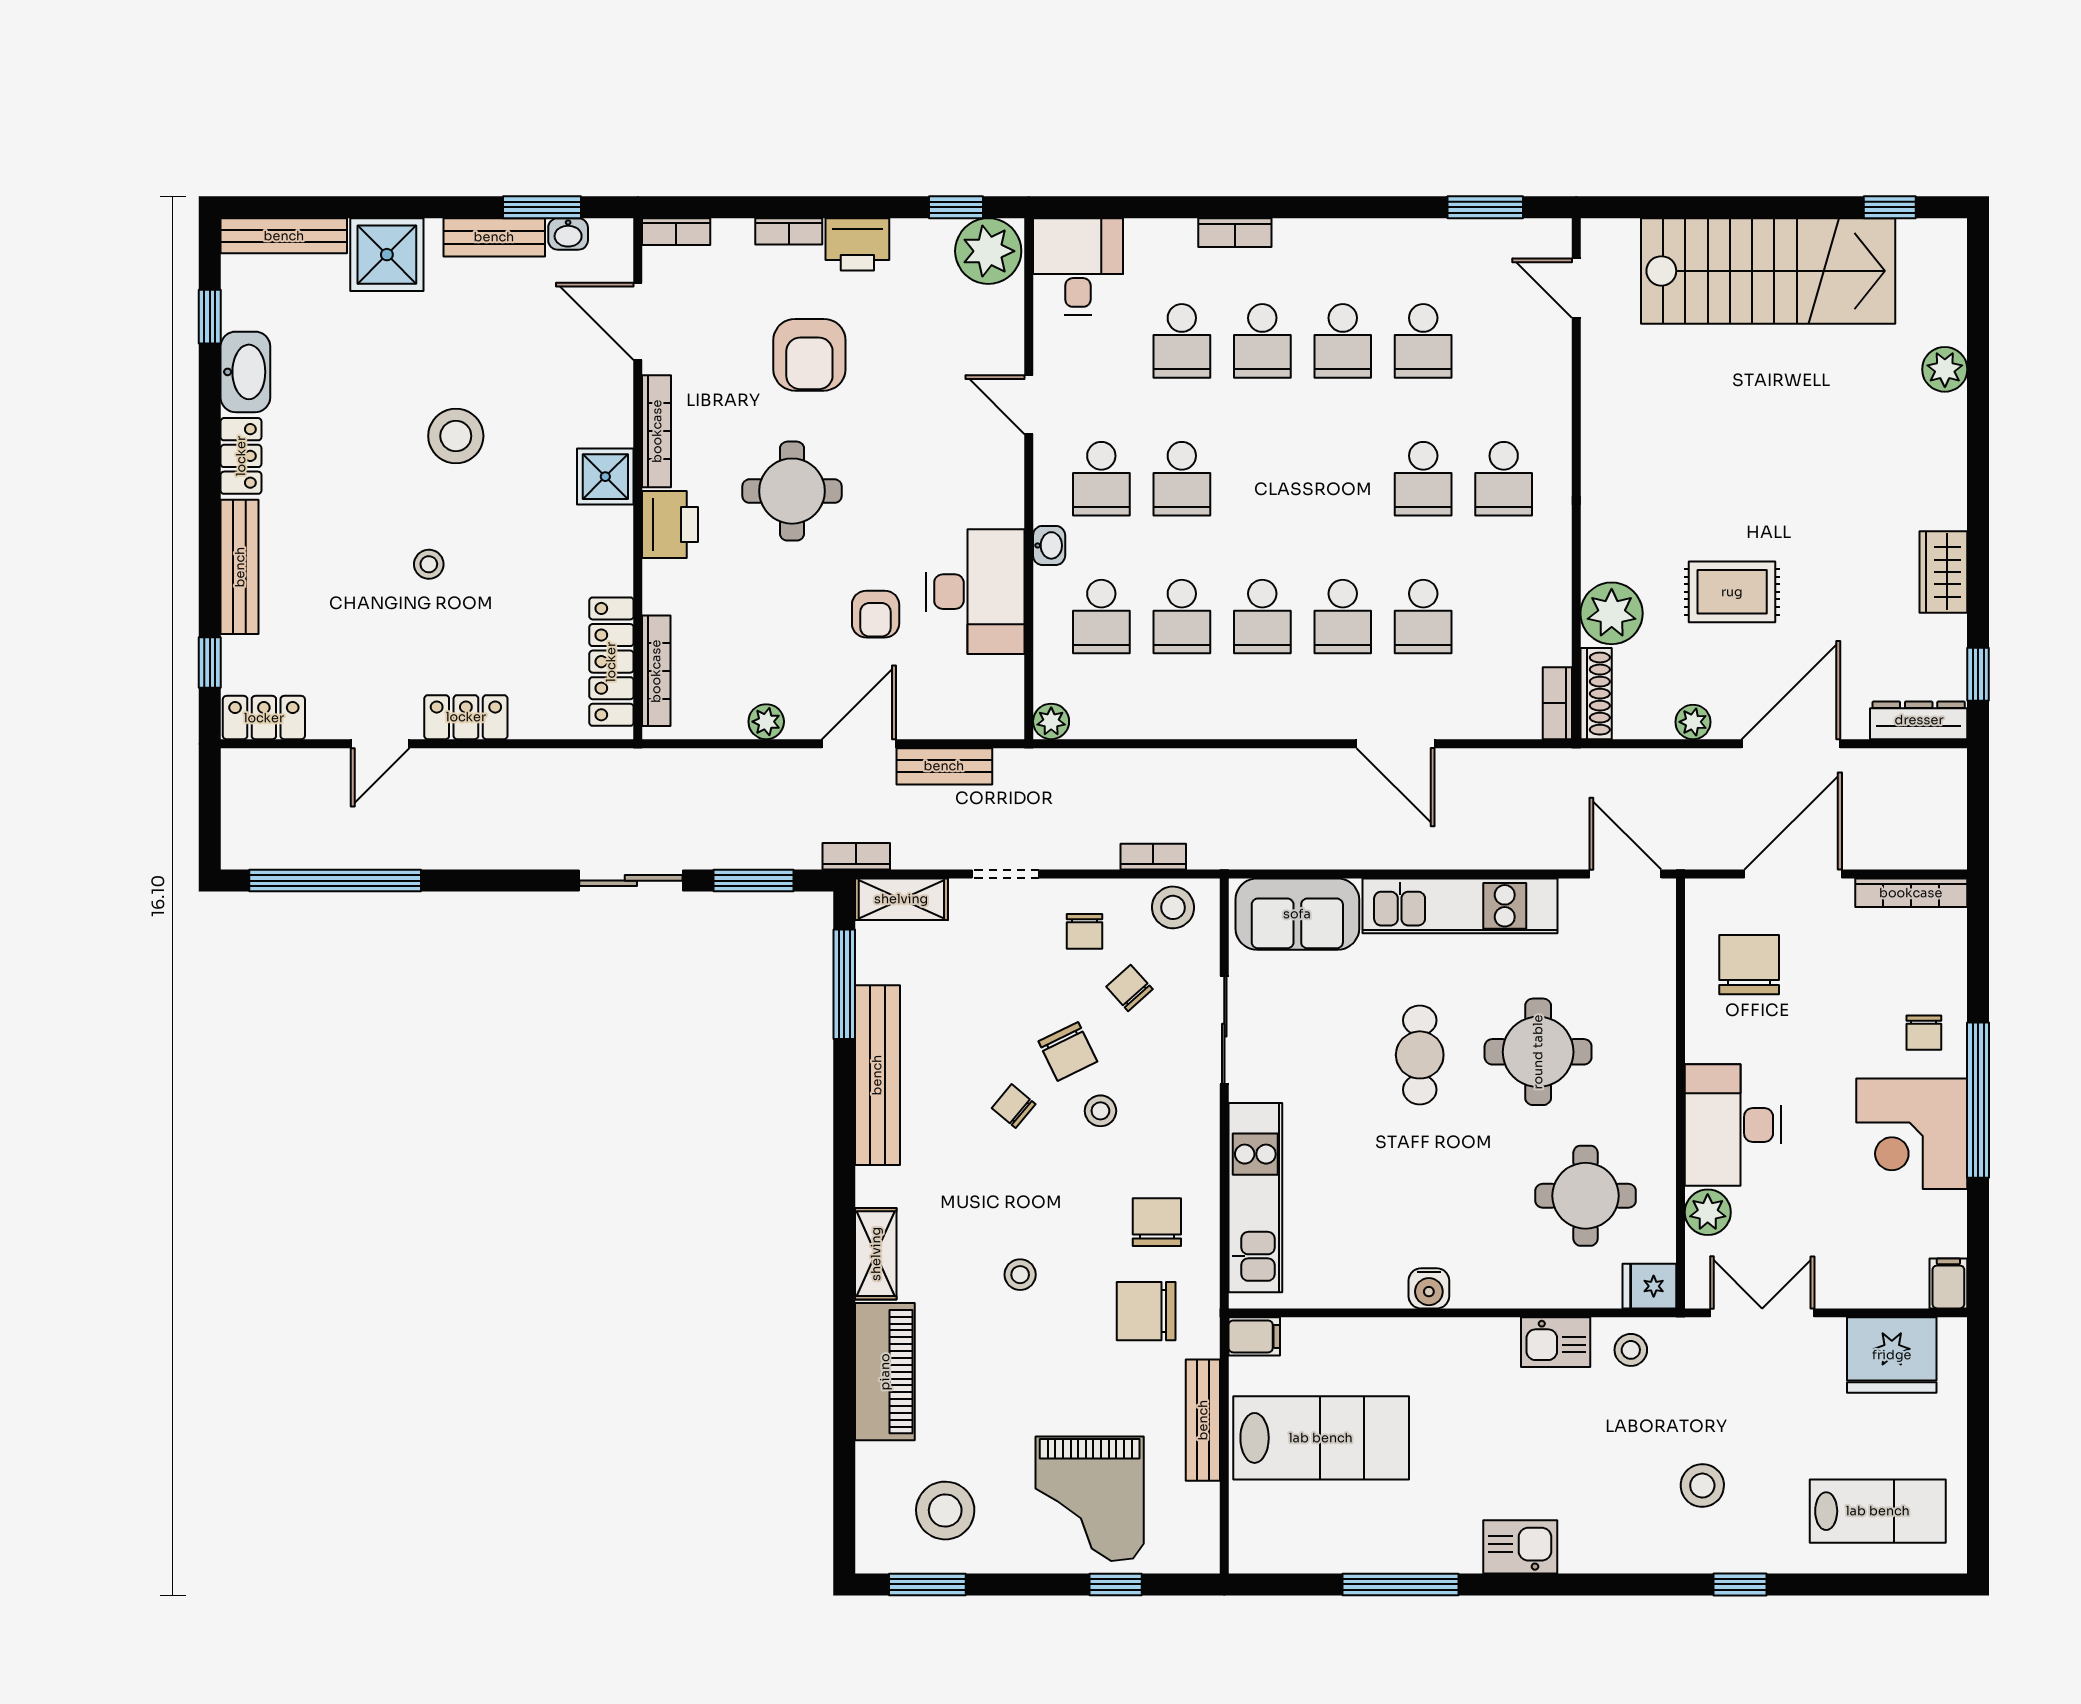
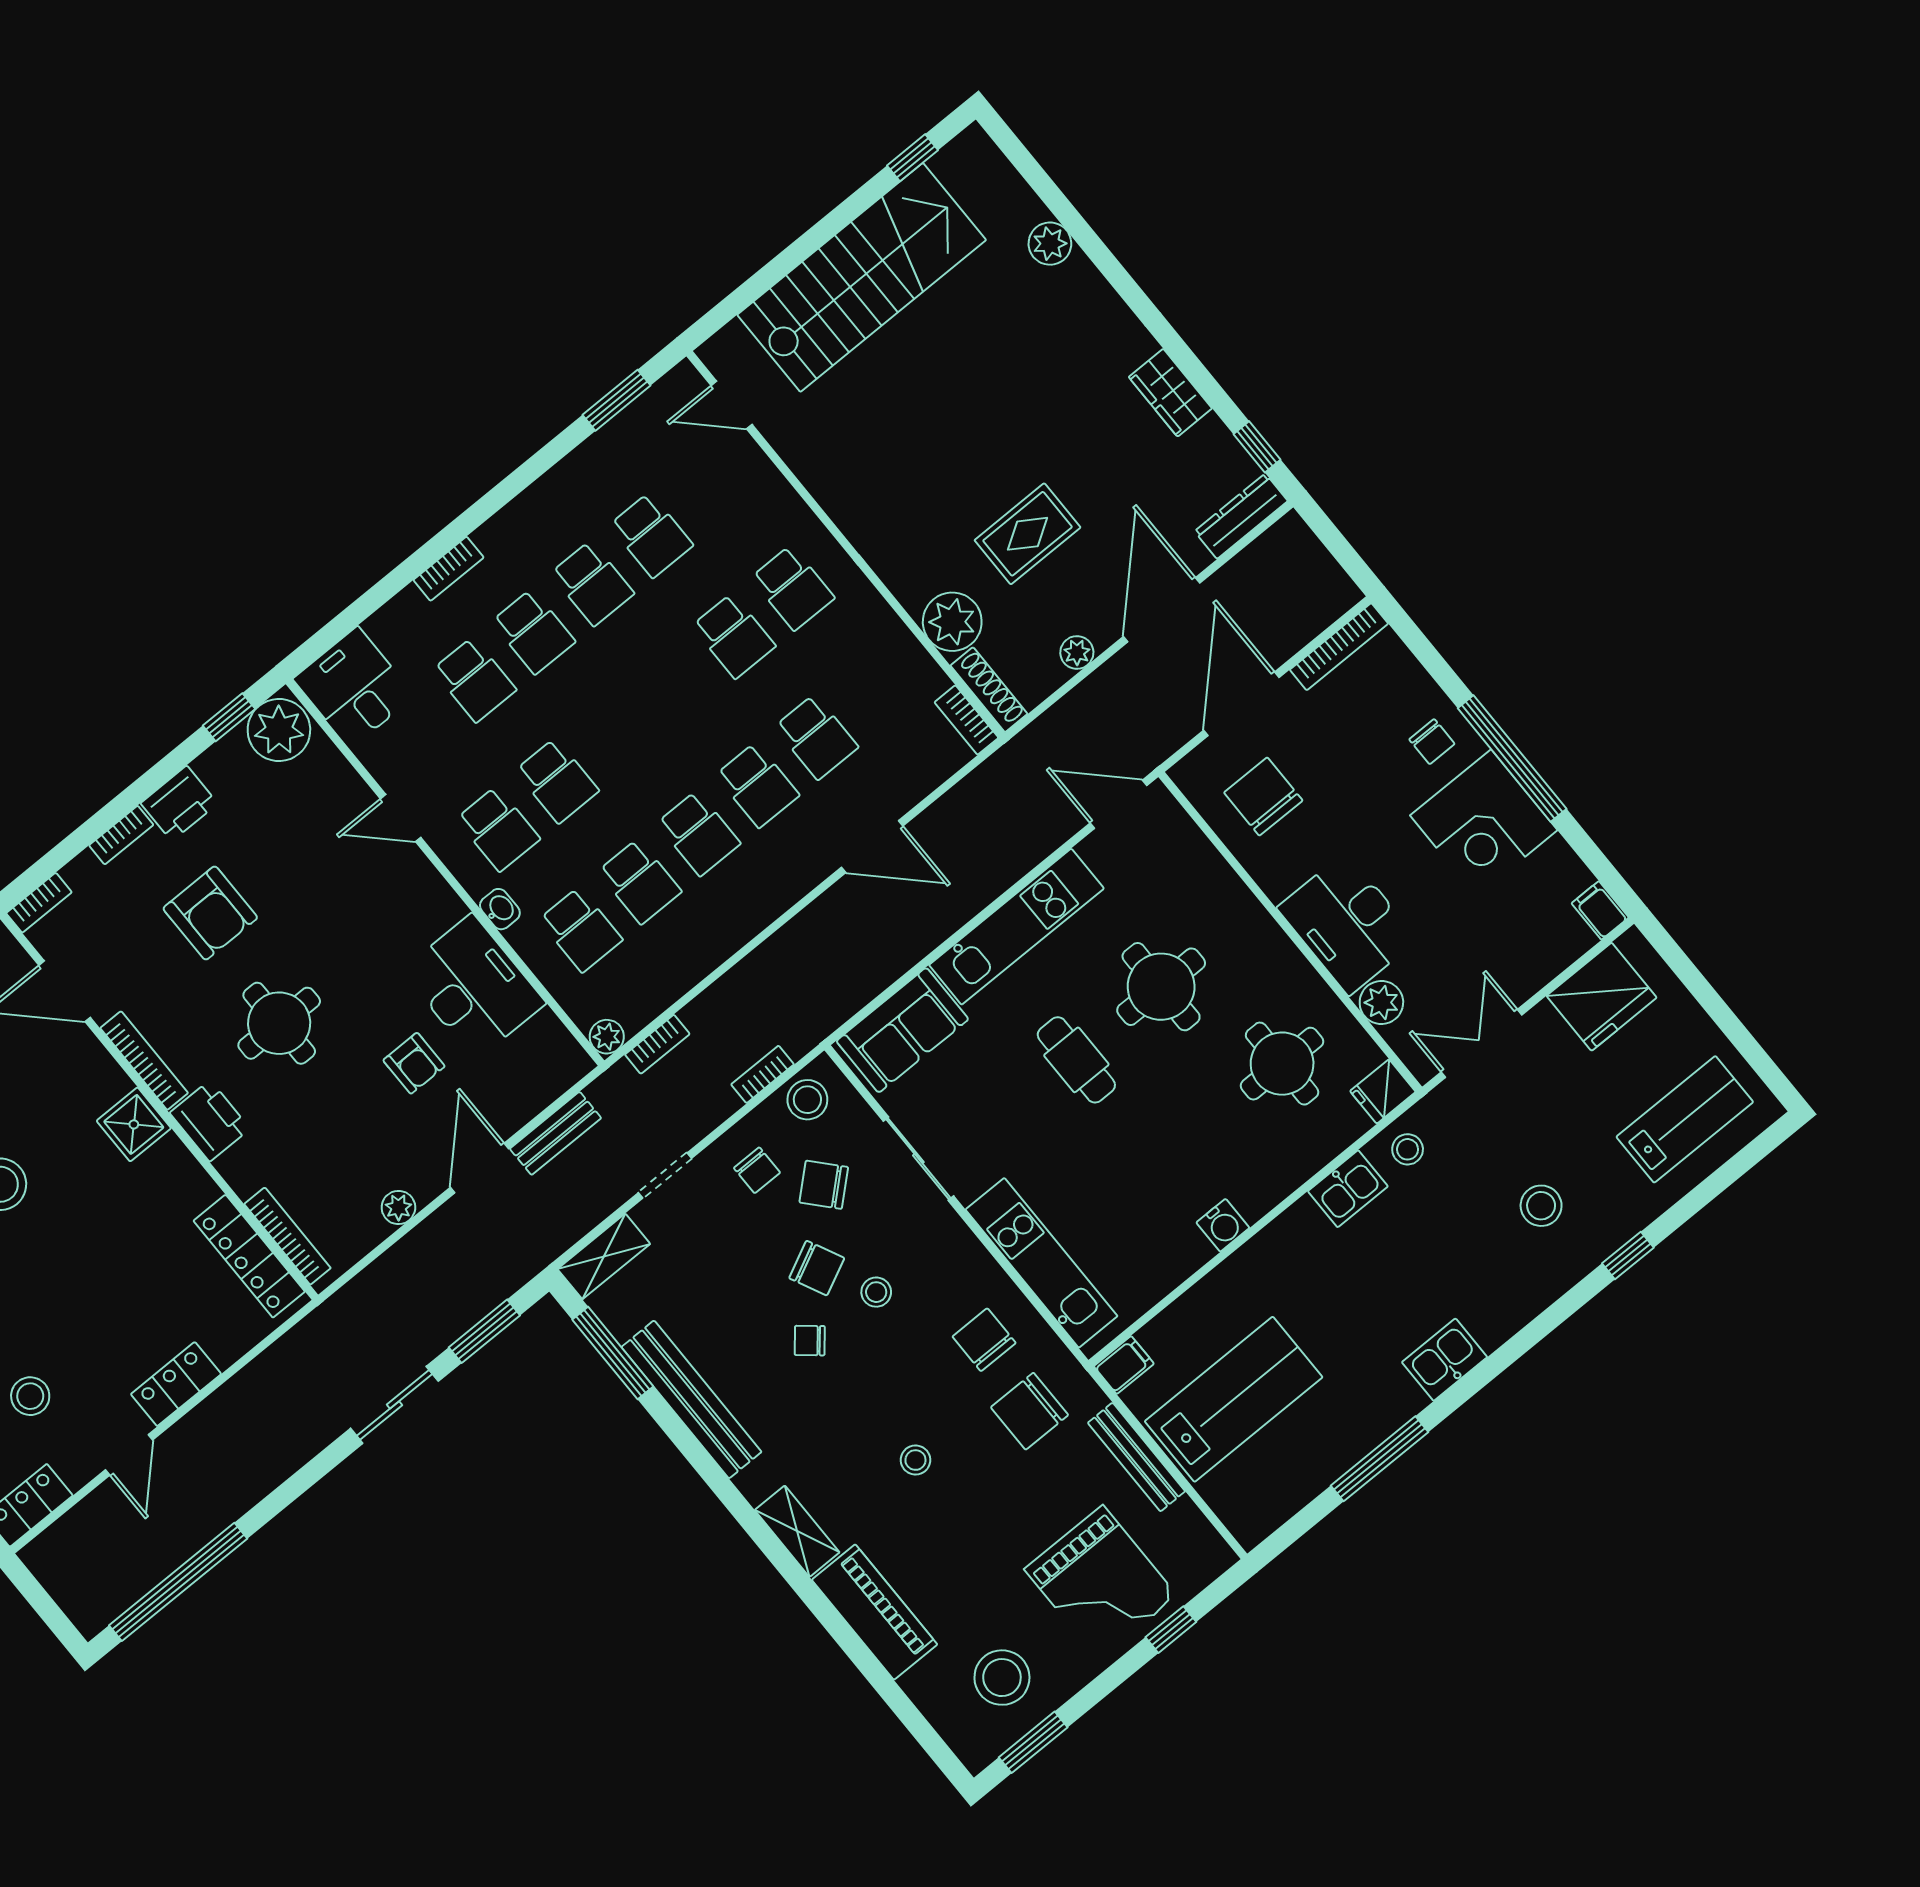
stool: (429, 564) -> (30, 1396), moved, width x1.37, depth x1.37
bookcase: (856, 856) -> (657, 1044), moved, turned 180
chair: (1129, 988) -> (824, 1185), width x1.37, depth x1.37

